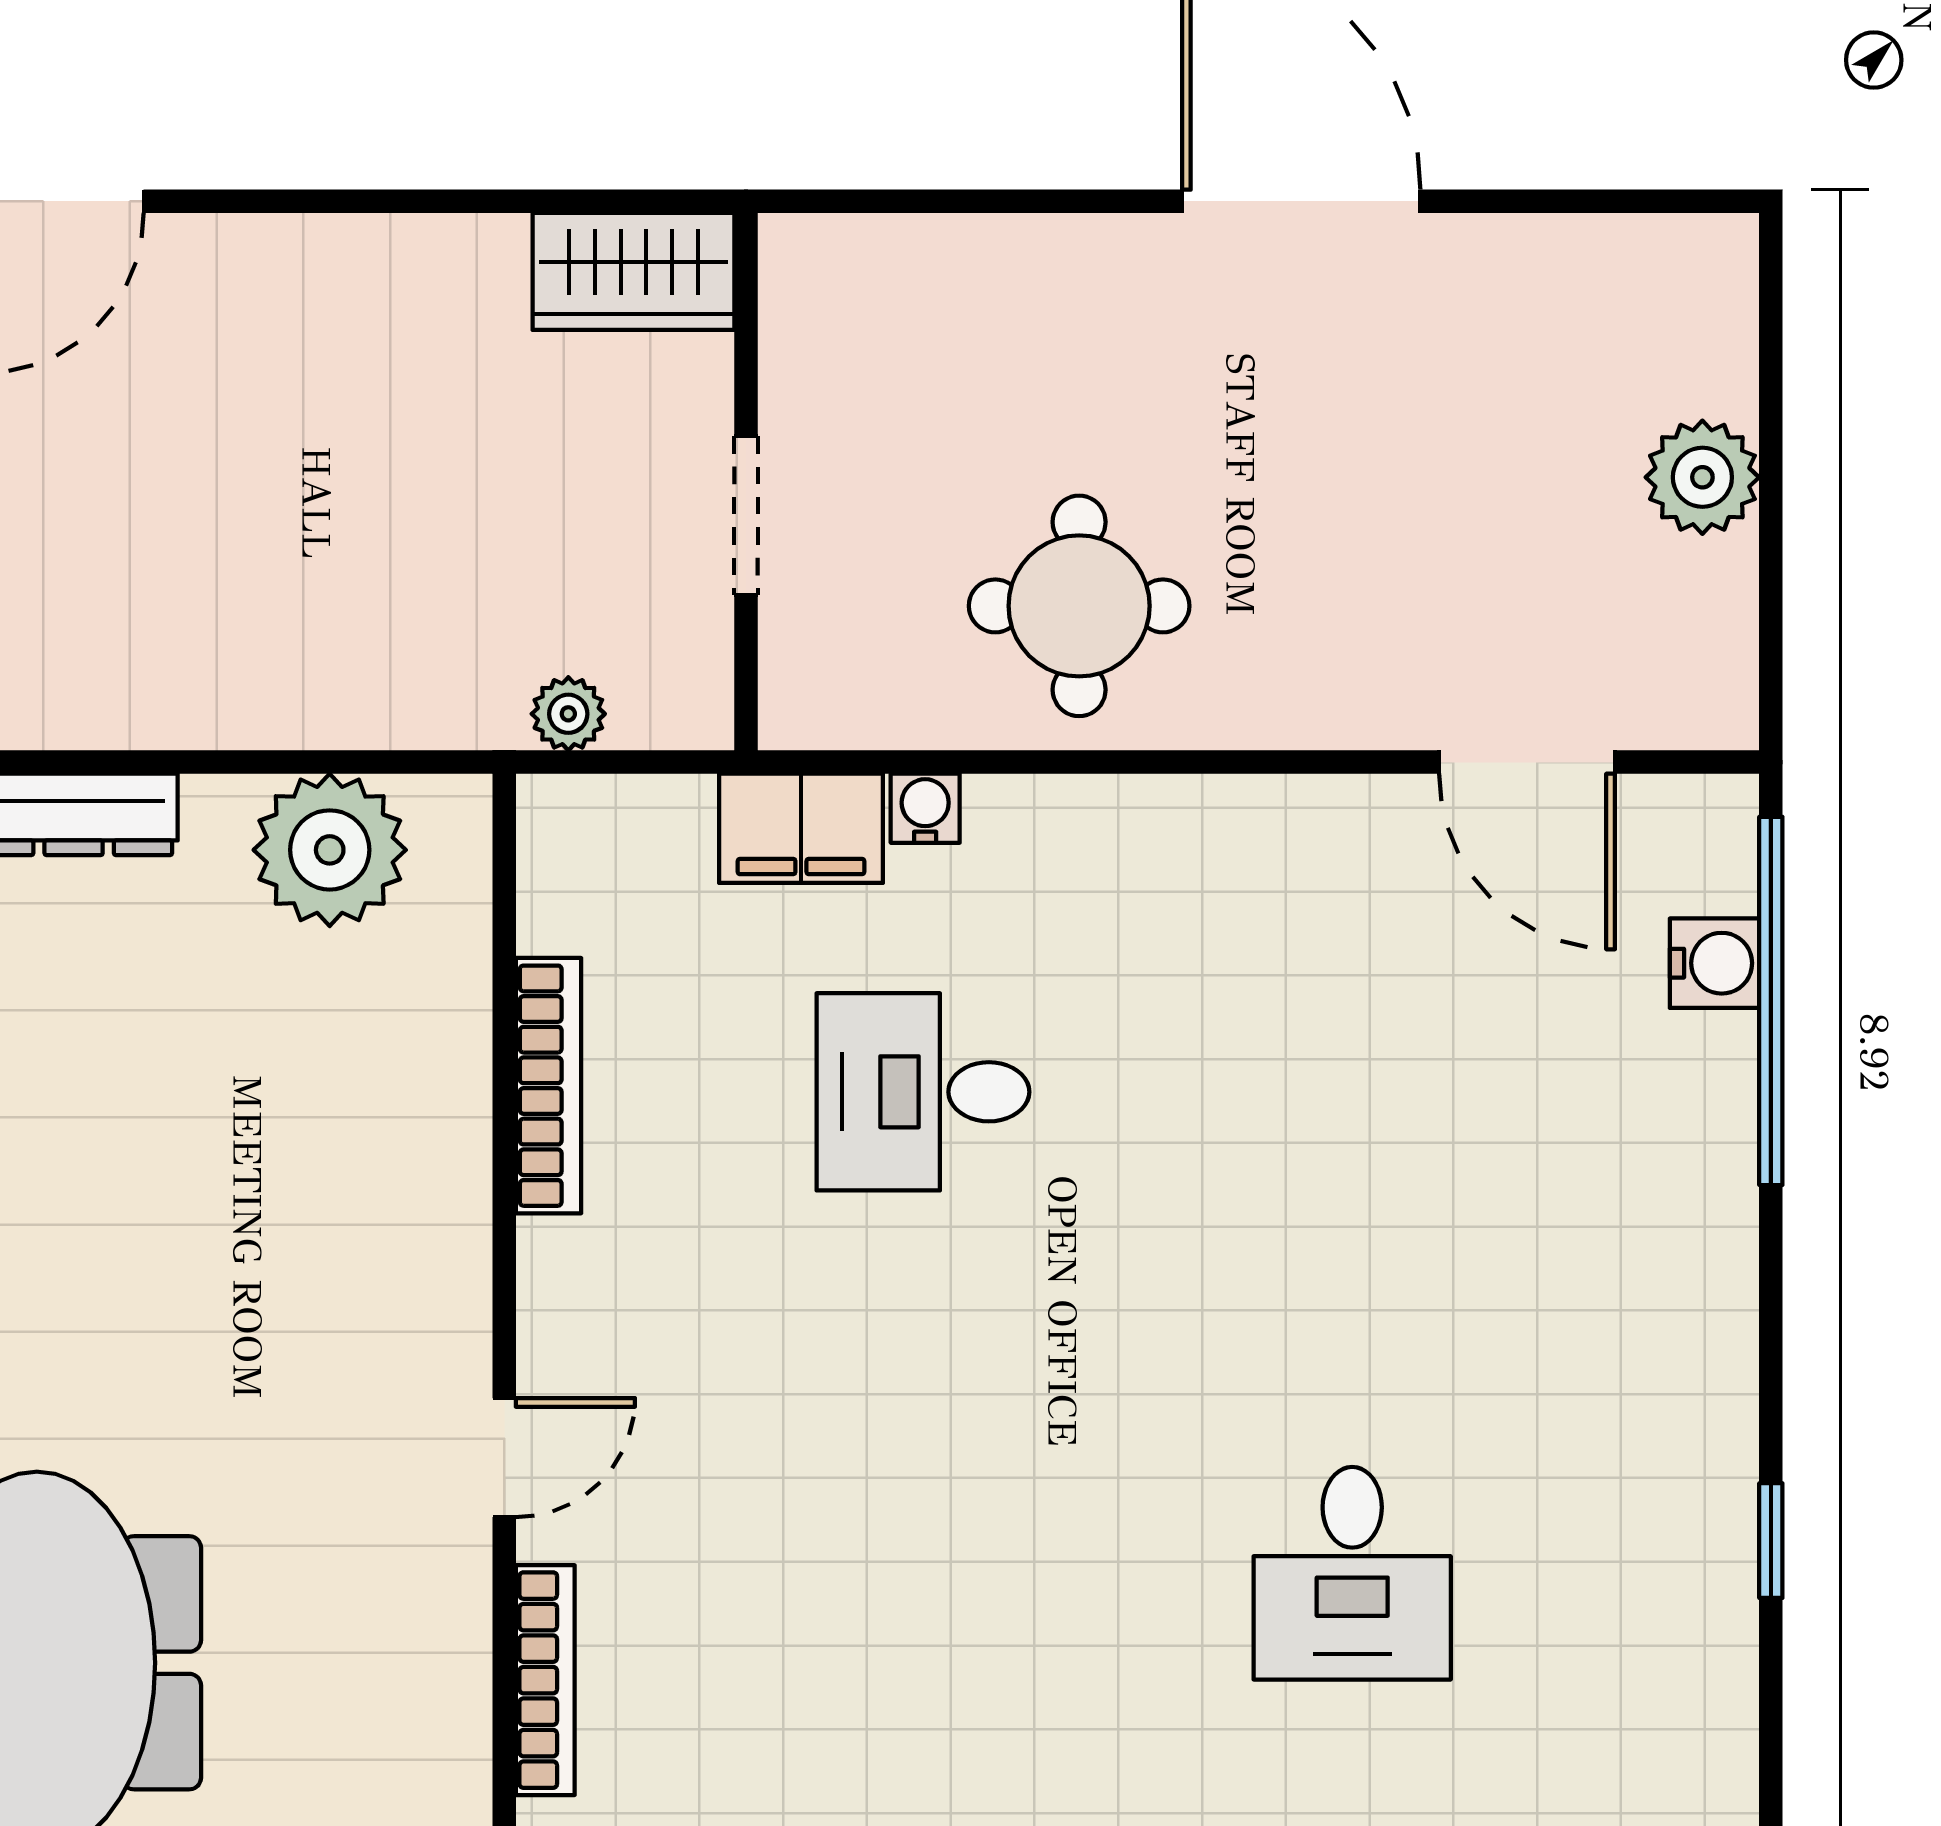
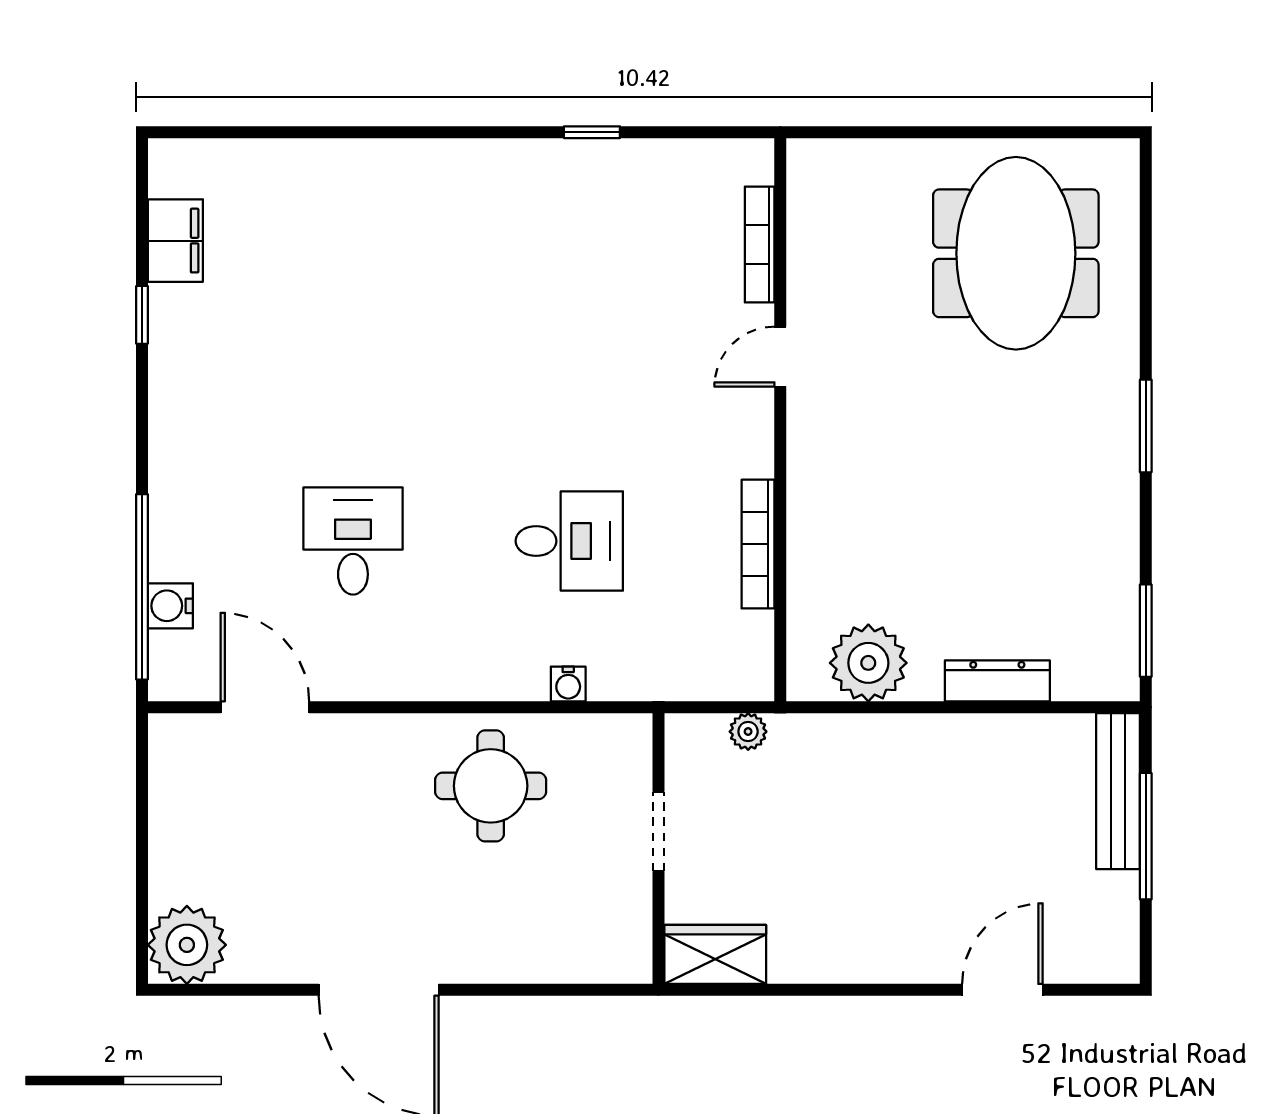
plant: (1702, 477) -> (187, 945), moved, width x1.36, depth x1.36
filing cabinet: (801, 828) -> (175, 241), moved, turned 90
desk: (1352, 1573) -> (353, 541), moved

